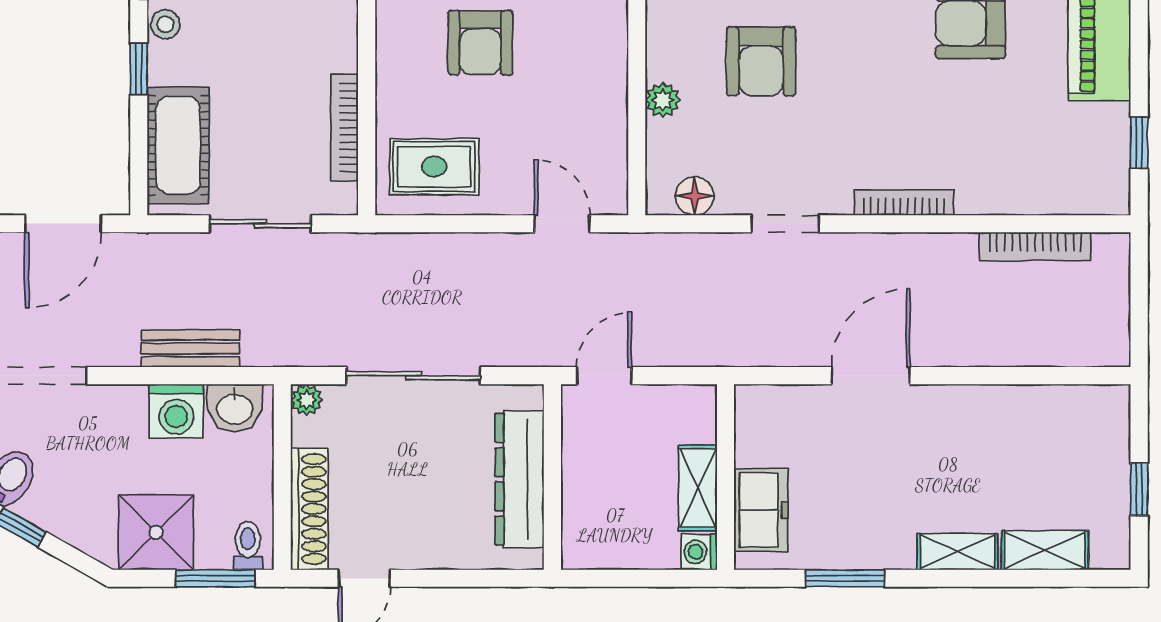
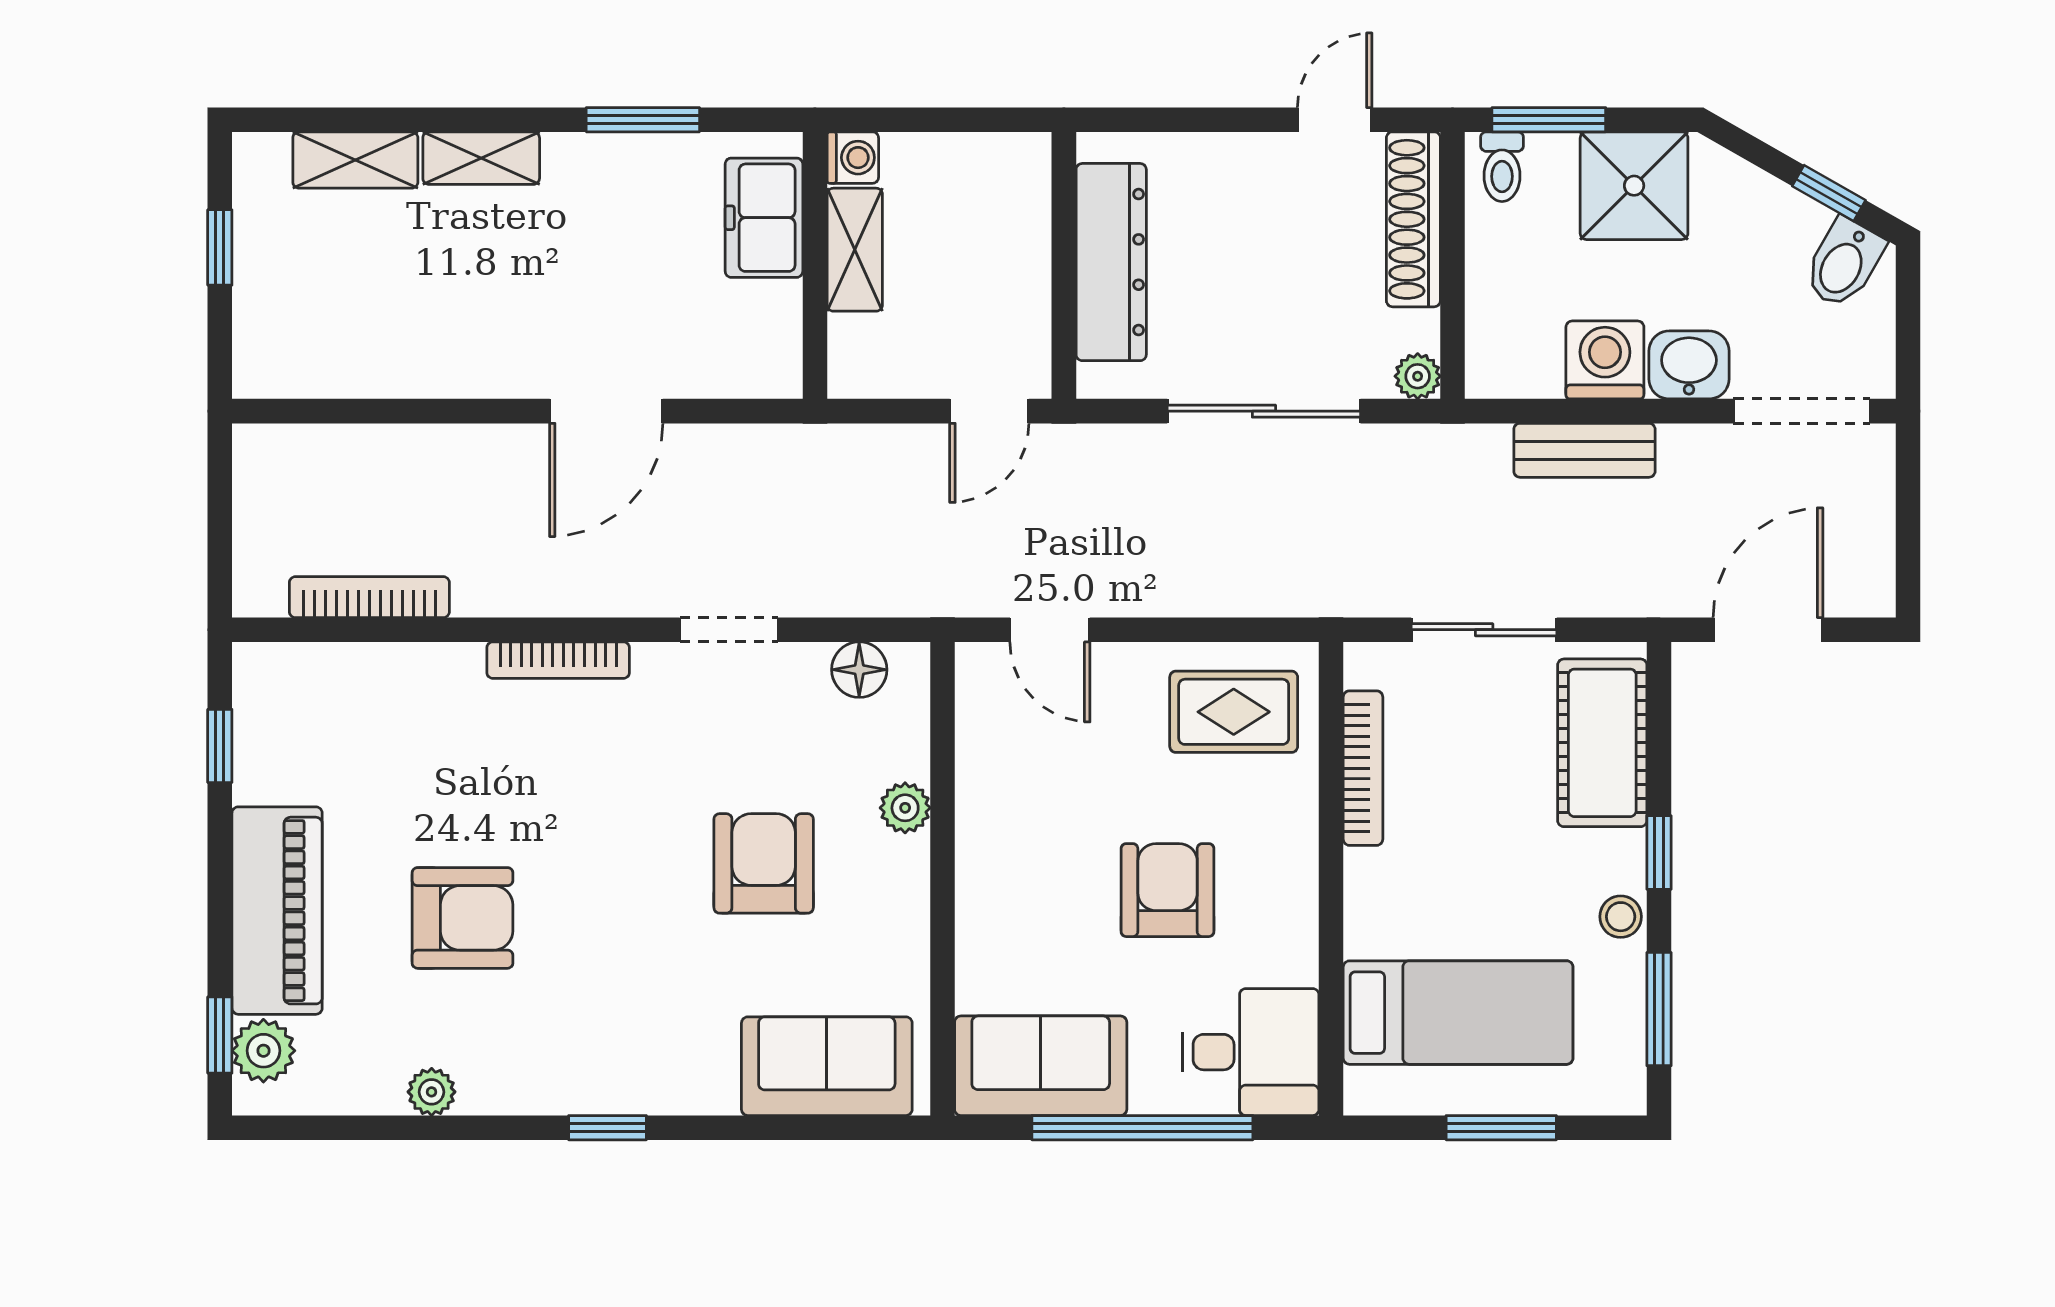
washbasin: (235, 408) -> (1689, 365), moved

